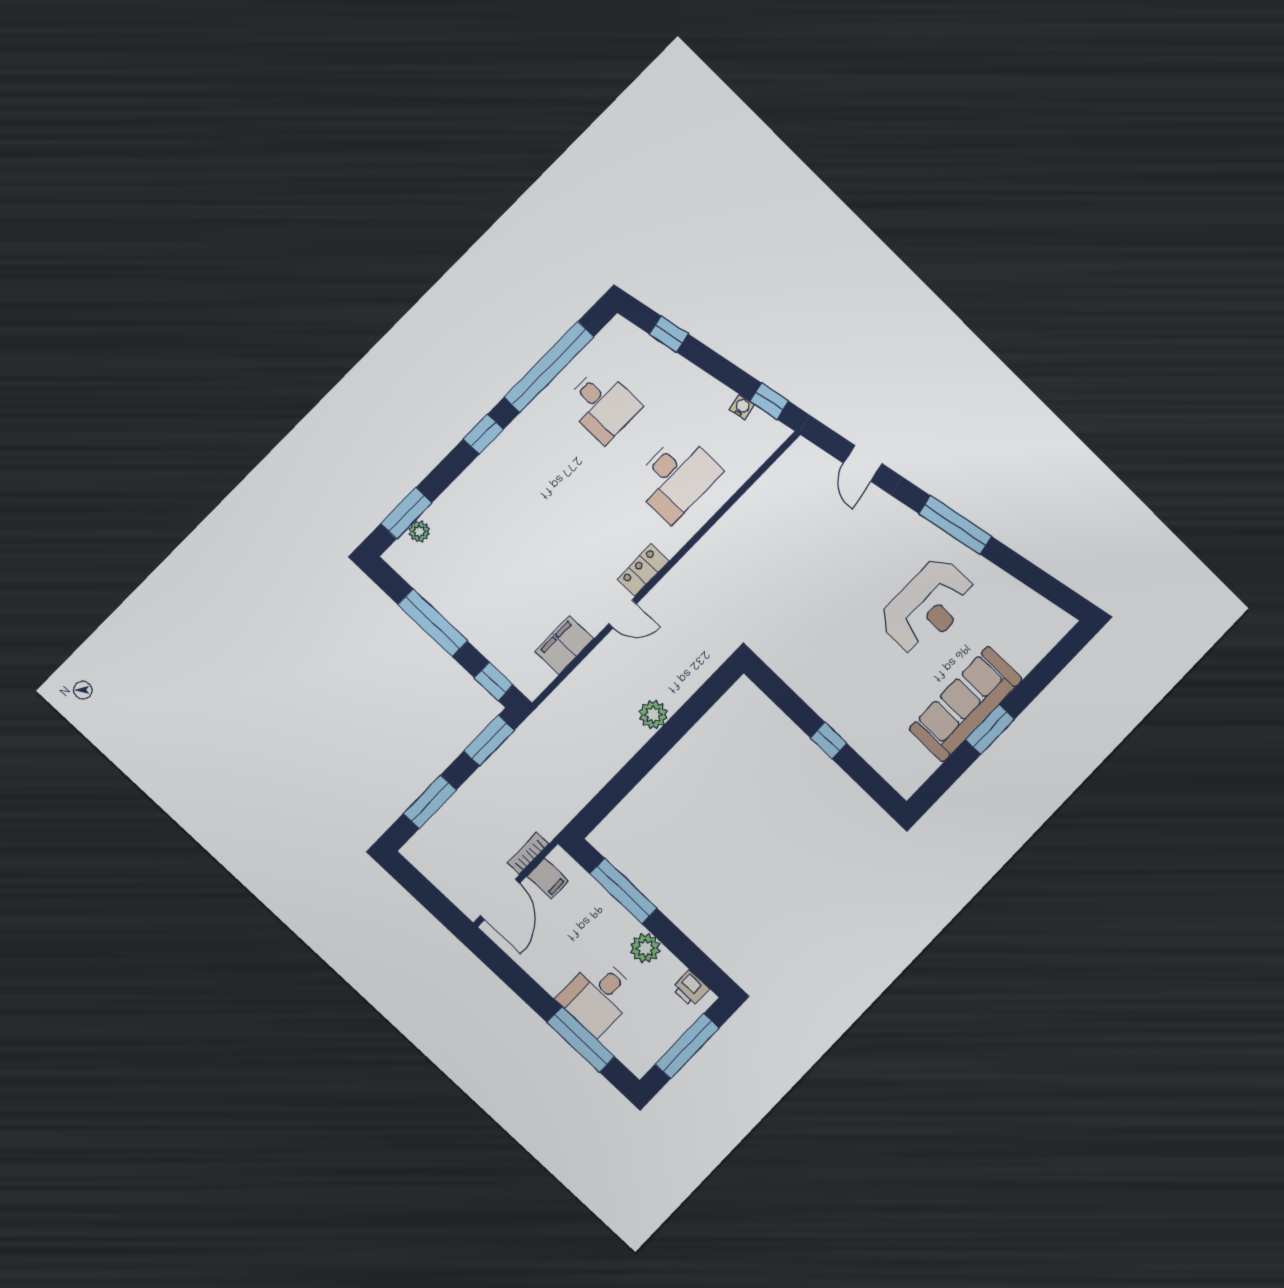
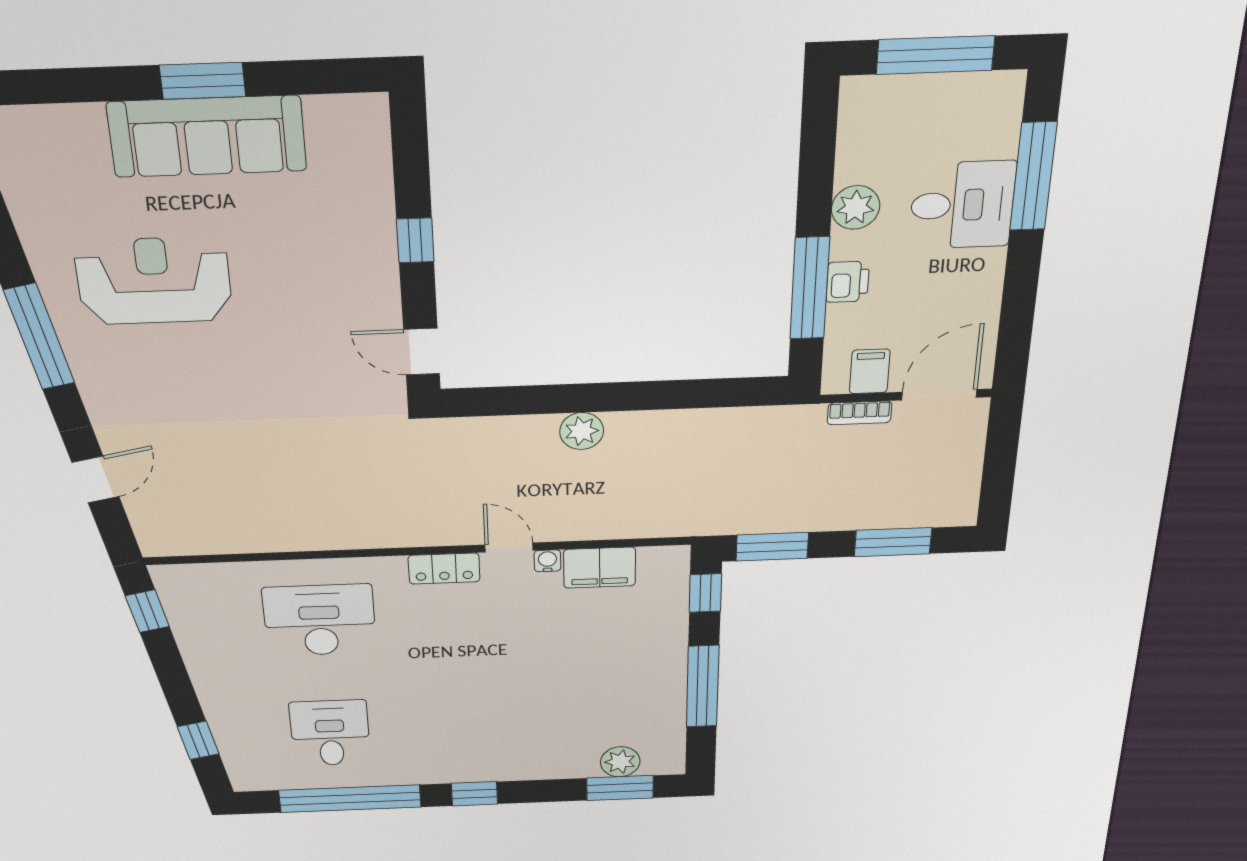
water cooler: (742, 407) -> (547, 561), moved, turned 101
plant: (419, 531) -> (620, 762), width x1.38, depth x1.38
door: (772, 685) -> (422, 352), added
printer: (691, 989) -> (848, 282), moved

